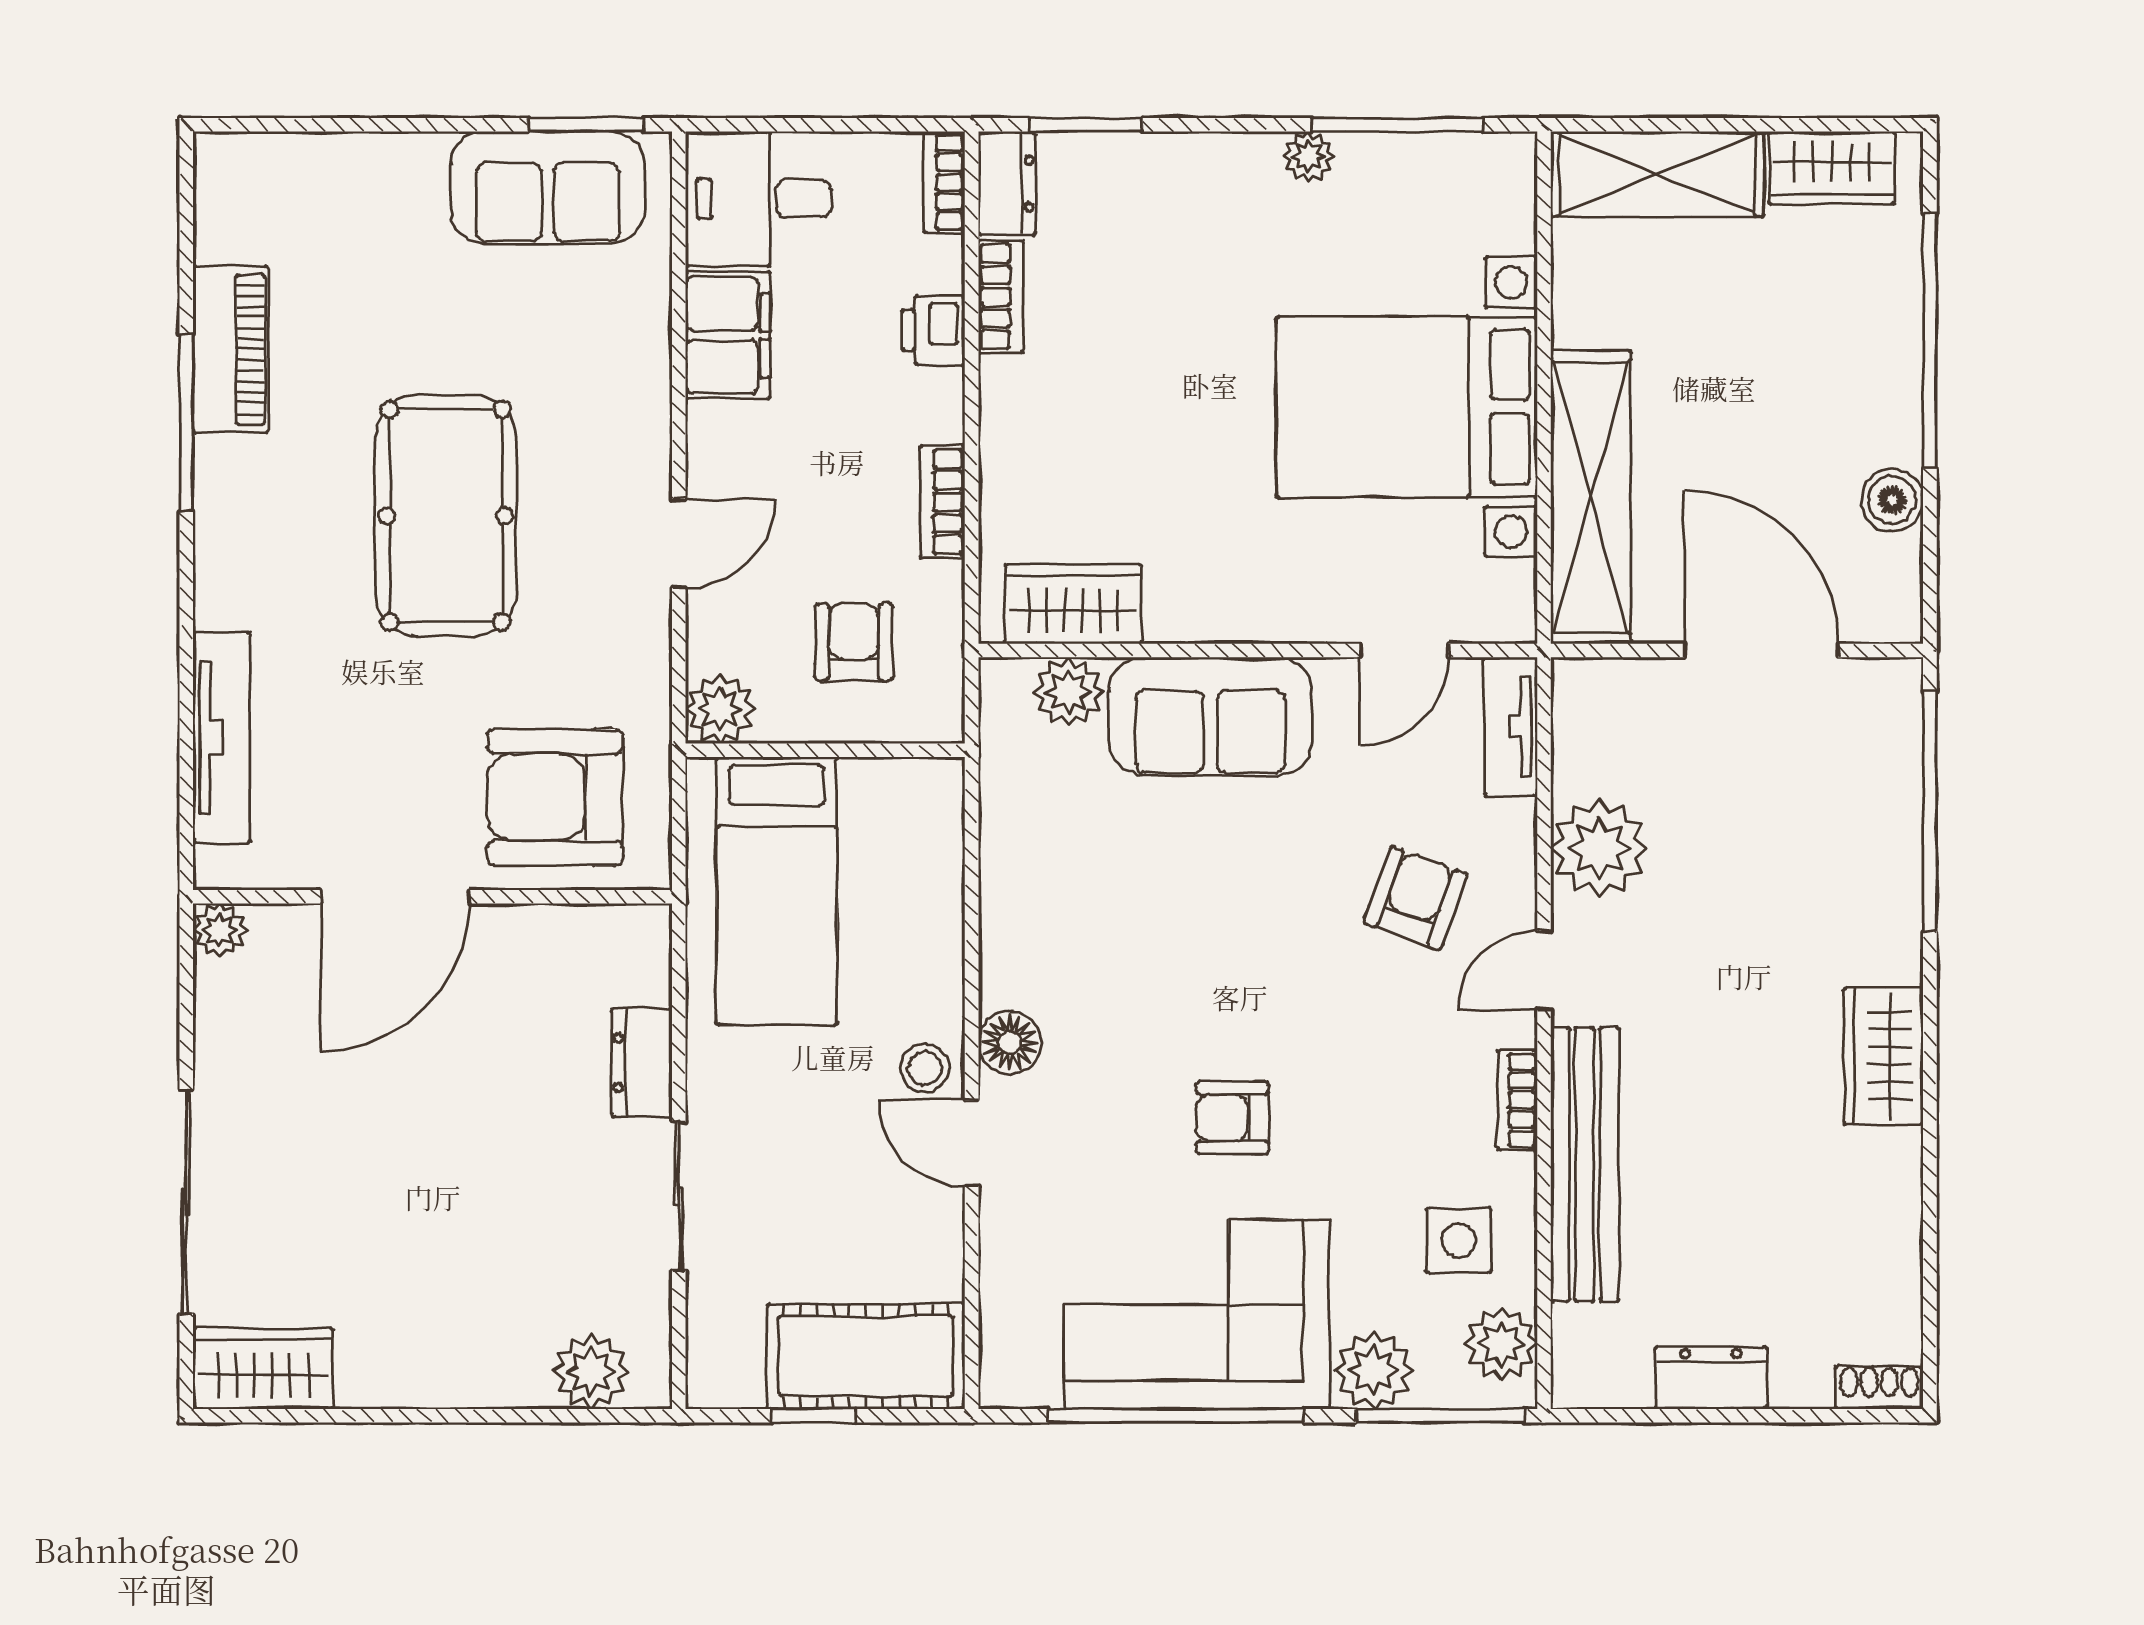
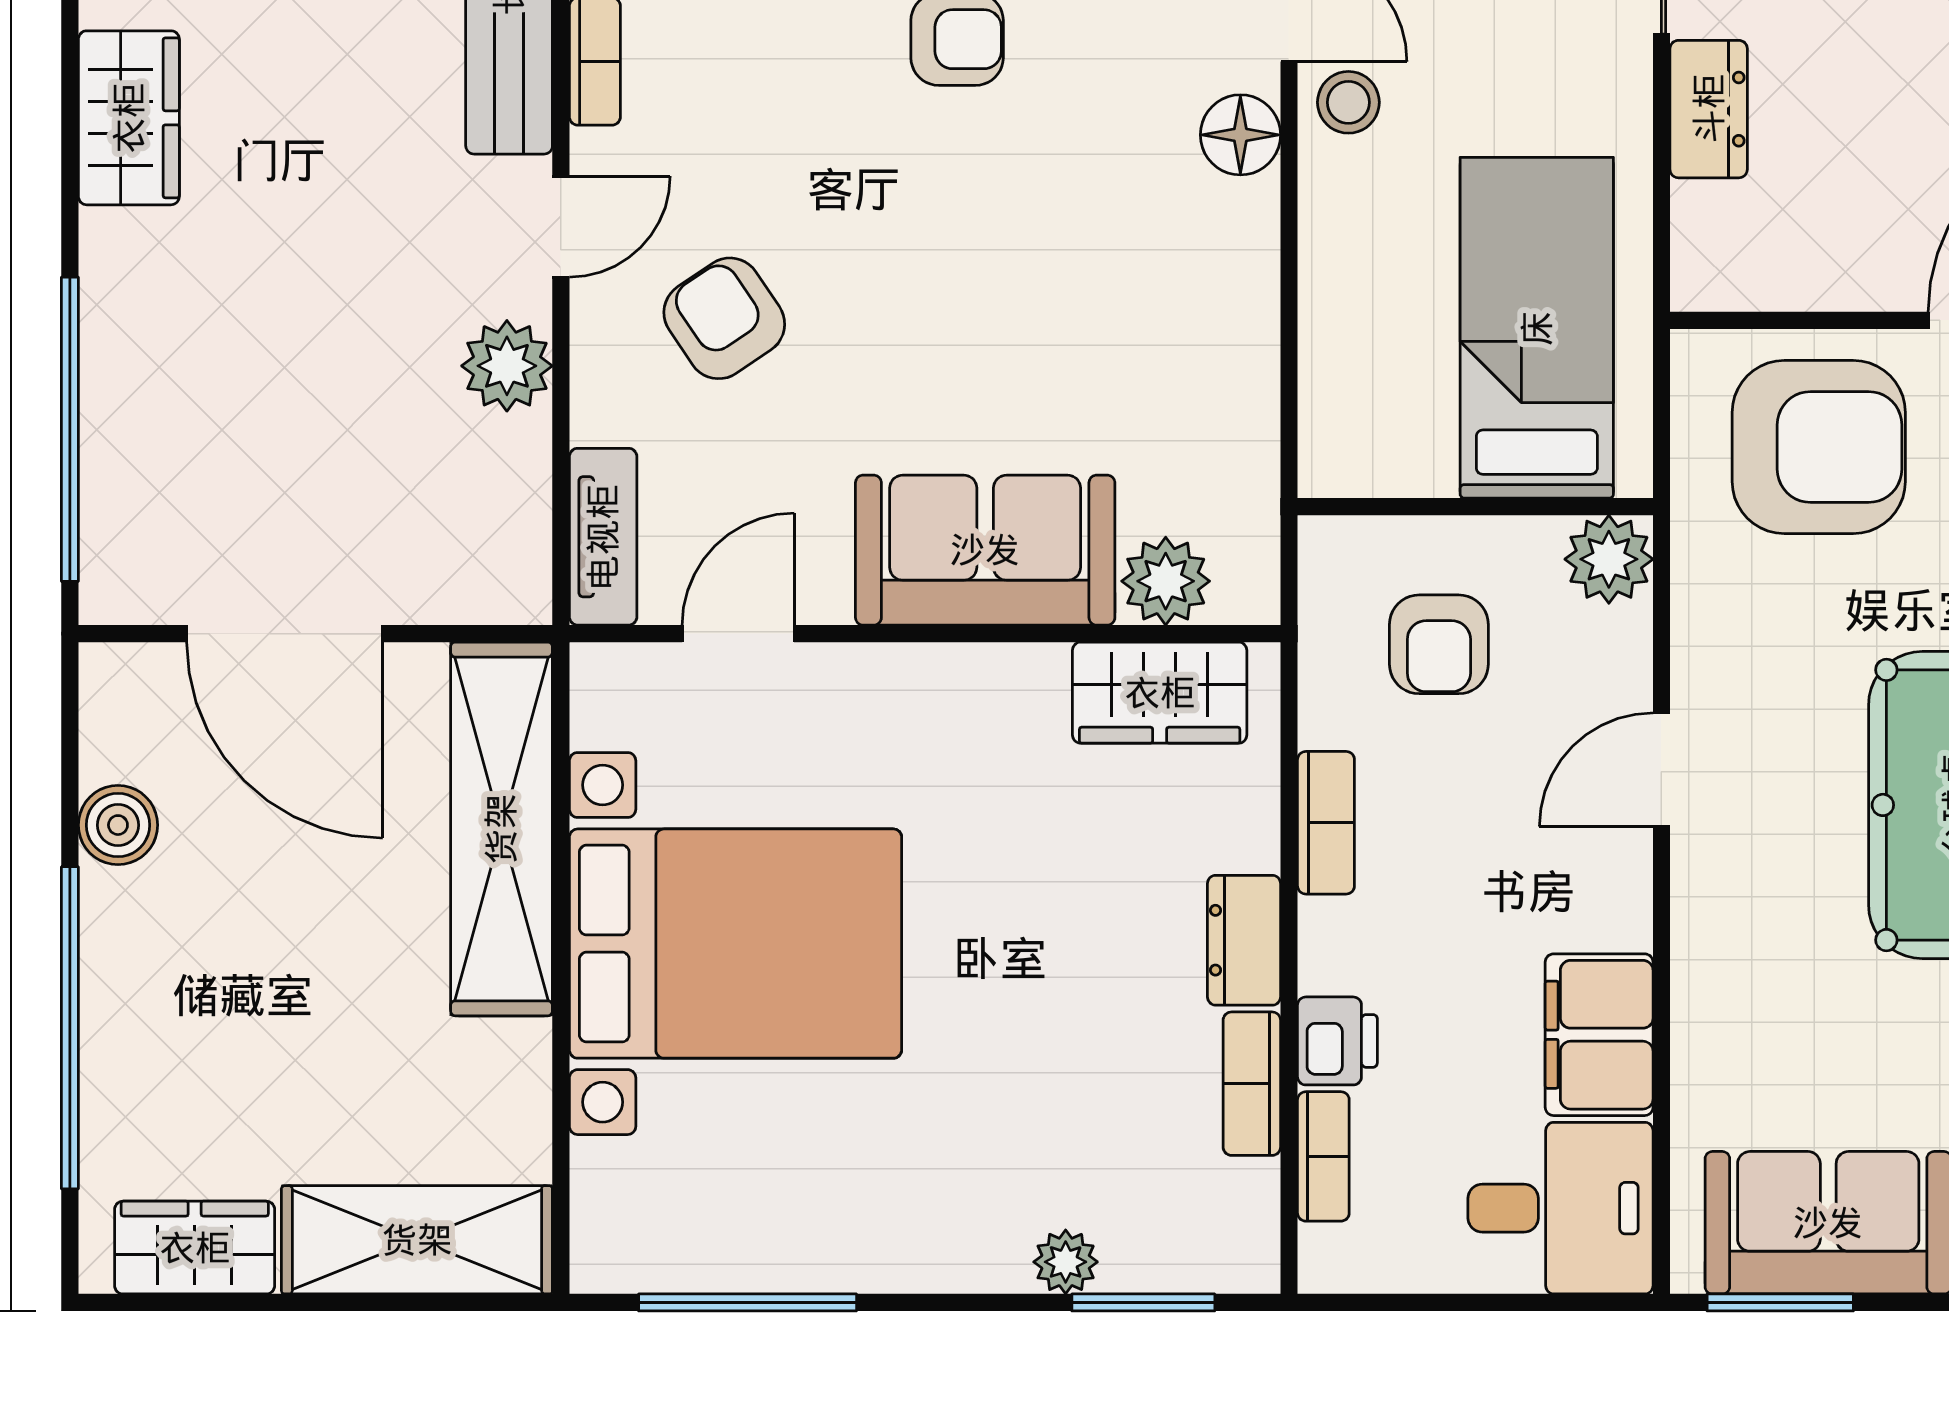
plant: (1308, 157) -> (1066, 1262), moved
bookcase: (945, 182) -> (1323, 1156), moved
dresser: (1007, 184) -> (1244, 940), moved
plant: (1599, 848) -> (507, 366), width x0.73, depth x0.73
armchair: (1415, 898) -> (724, 318), turned 126

